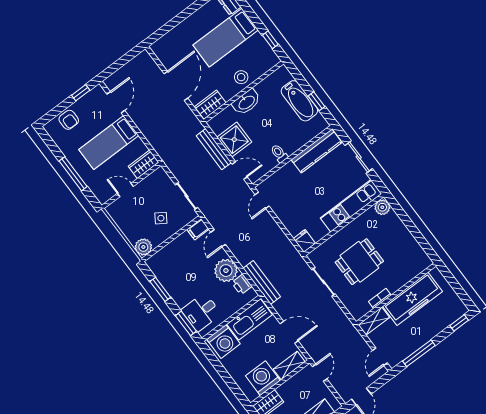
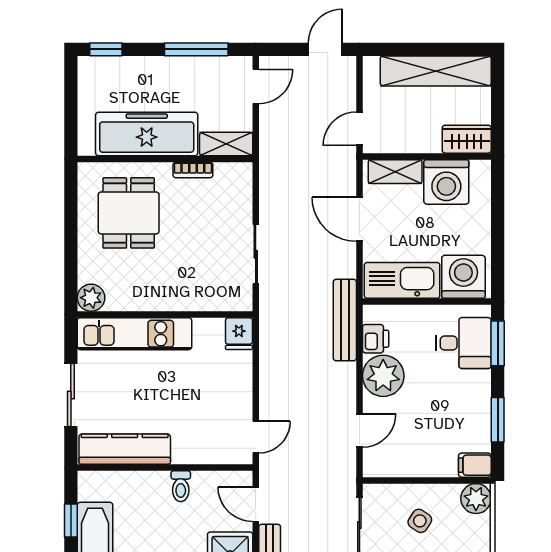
filing cabinet: (198, 229) -> (475, 465), moved, turned 180
dining table: (359, 262) -> (129, 213), moved, turned 90

